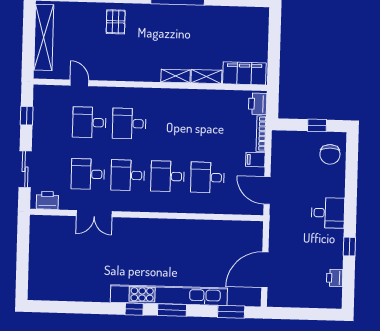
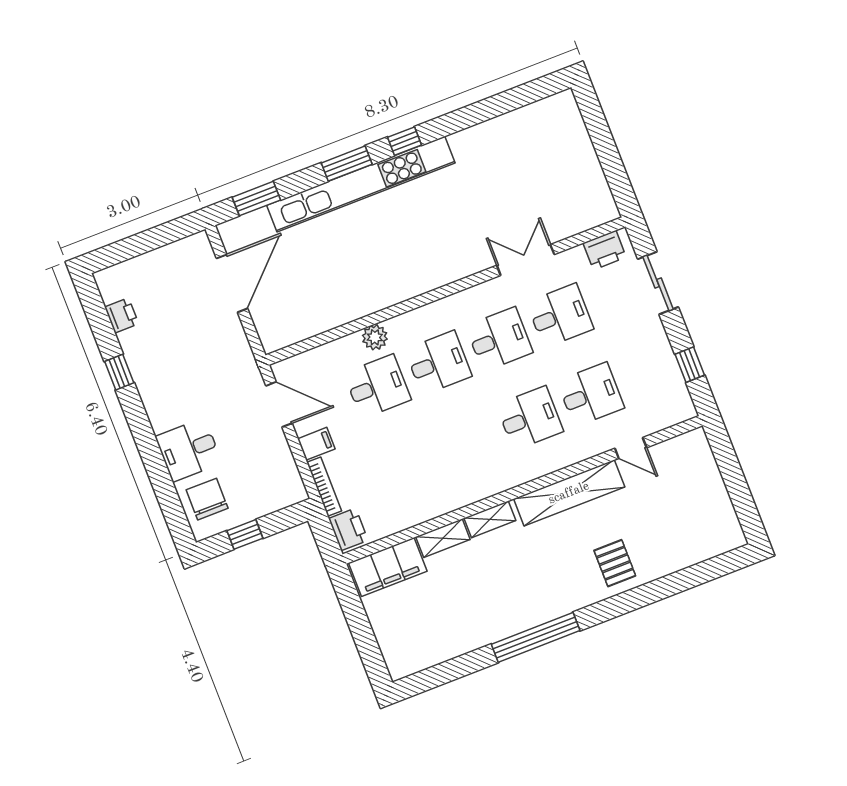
shelving: (44, 37) -> (569, 493), moved, turned 90
plant: (197, 206) -> (375, 337), added
desk: (328, 213) -> (189, 450), moved

